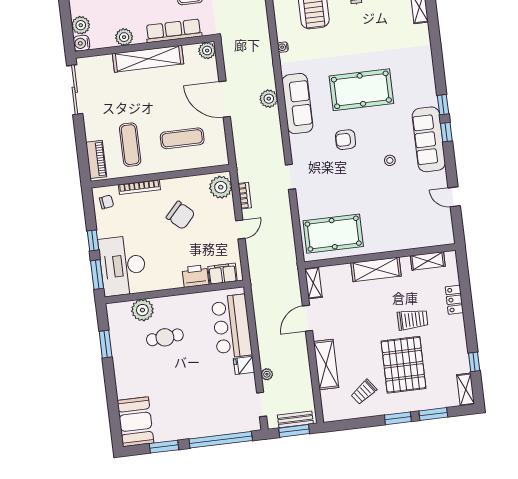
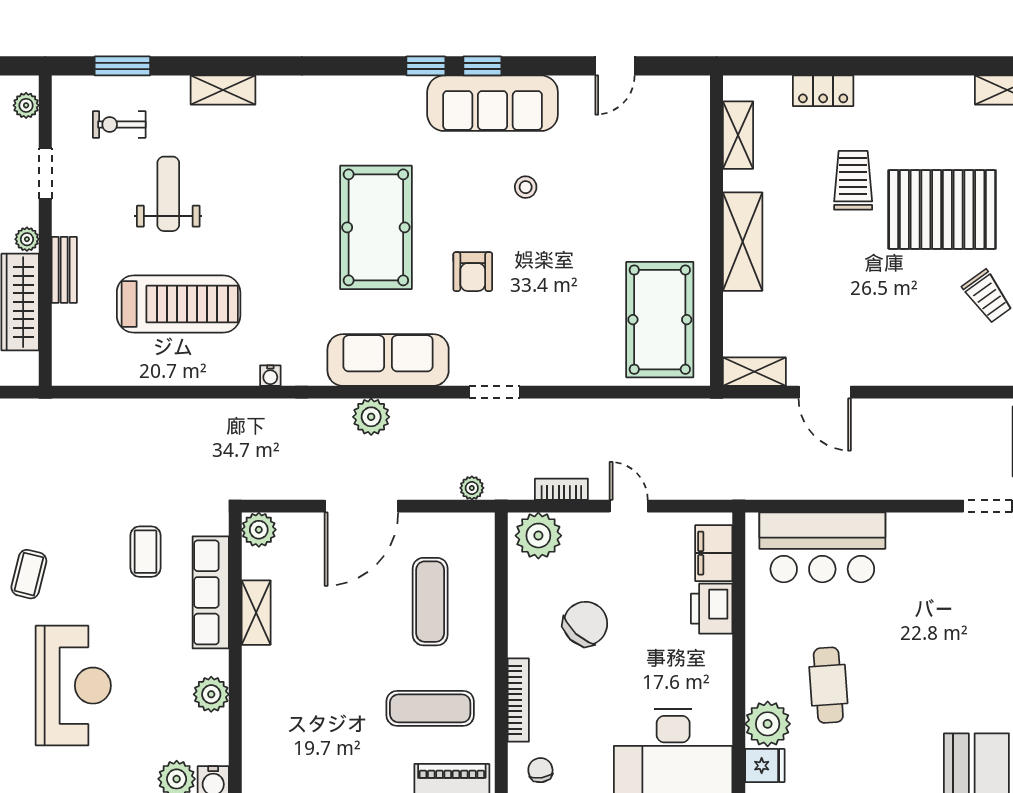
shelving: (148, 59) -> (256, 613), width x0.45, depth x0.75
doorway: (290, 177) -> (494, 392), moved
window: (474, 362) -> (954, 66), removed
fridge: (244, 365) -> (765, 766), moved, turned -90
shelving: (326, 365) -> (923, 366), removed
plant: (267, 374) -> (472, 488), moved

